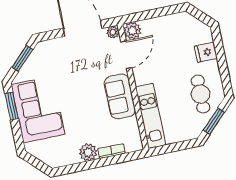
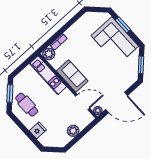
plant: (132, 31) -> (73, 131), moved
door: (126, 55) -> (83, 102), swing flipped
window: (12, 106) -> (123, 25), moved
plant: (88, 152) -> (49, 54), moved

